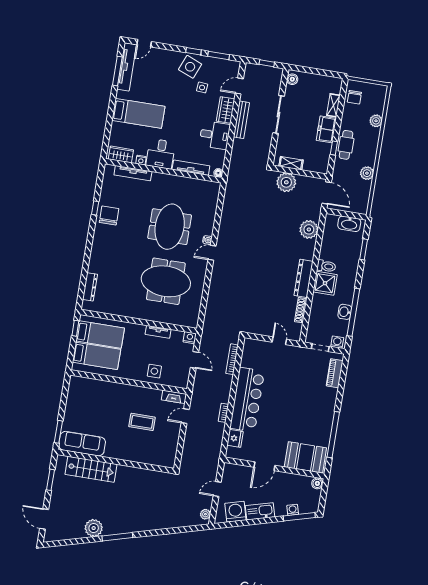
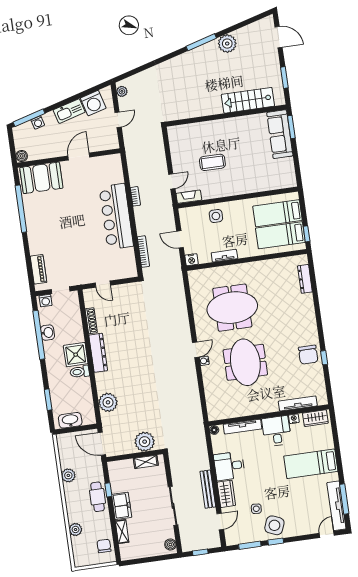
fridge: (235, 438) -> (116, 175), removed
sofa: (82, 444) -> (280, 134), moved, turned 90

